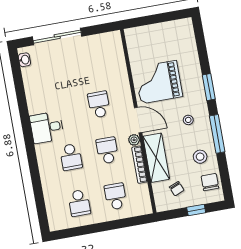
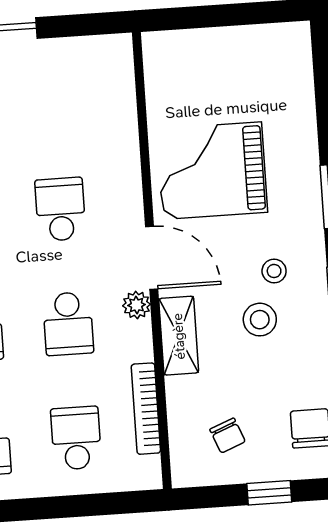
school desk: (107, 150) -> (68, 324), turned 180
stool: (200, 157) -> (260, 320), moved
shelving: (156, 158) -> (179, 336), width x0.67, depth x0.75
bookcase: (139, 165) -> (146, 409), moved

